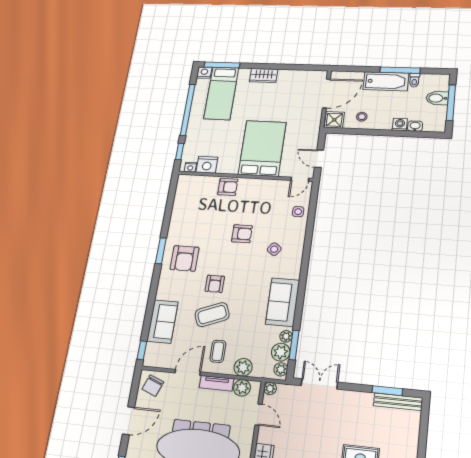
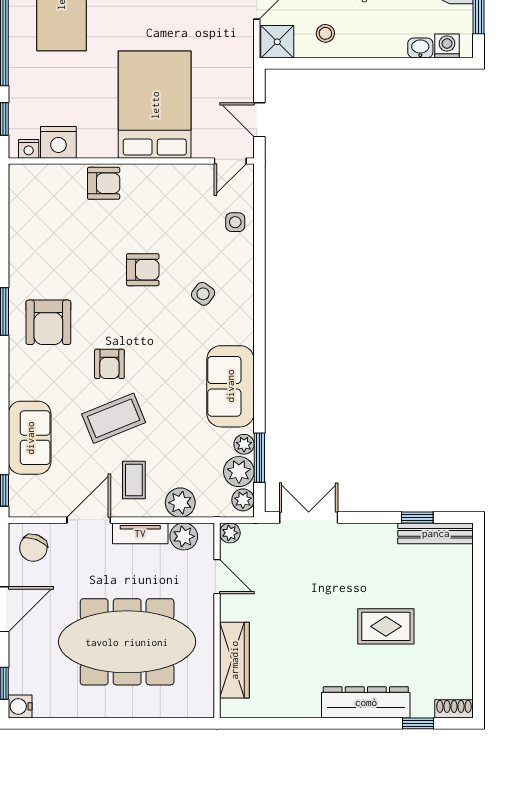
washing machine: (400, 125) -> (447, 46), moved
window: (387, 391) -> (417, 517), width x0.67

